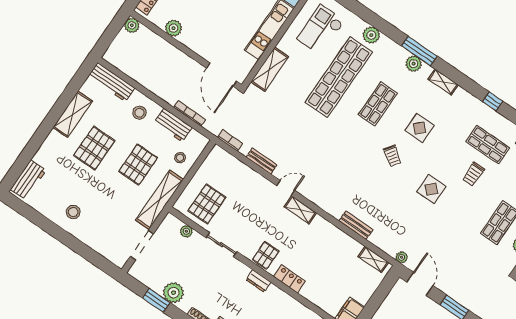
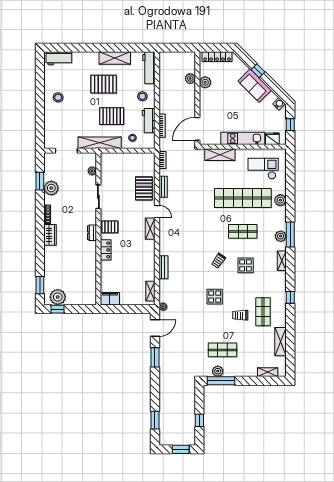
plant: (132, 25) -> (190, 79), moved
pallet: (207, 204) -> (144, 188), moved, turned 90

